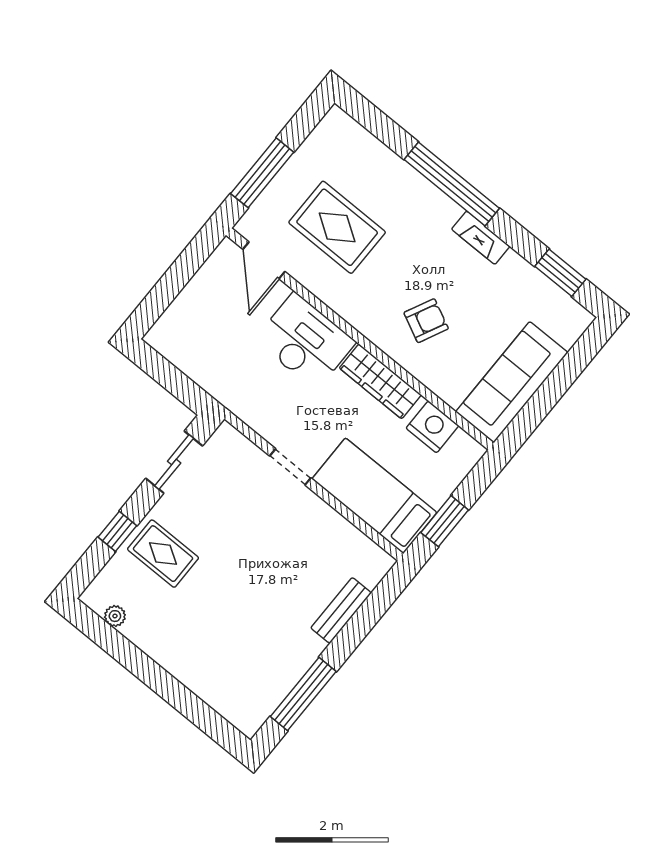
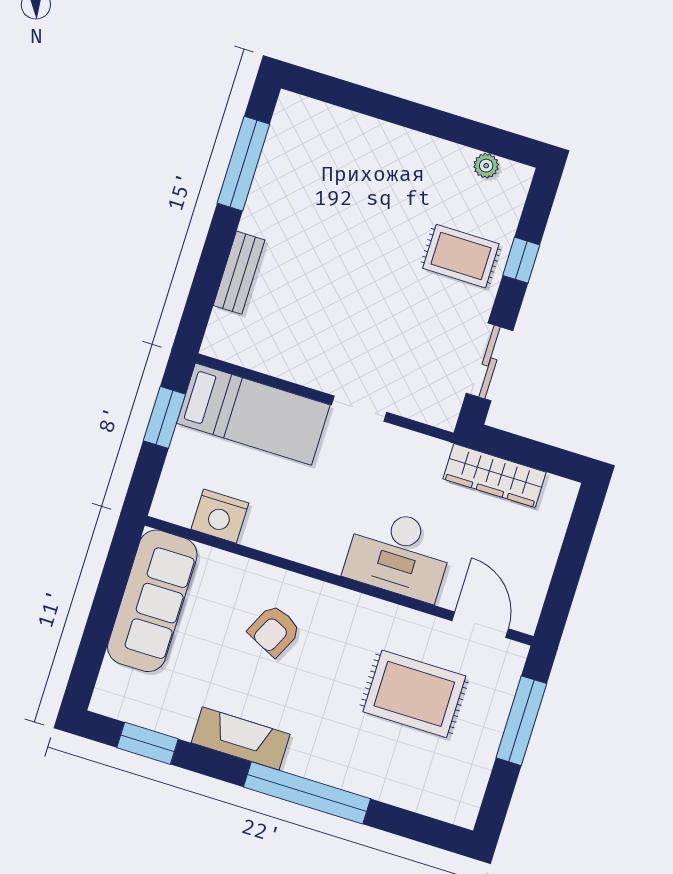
fireplace: (481, 238) -> (241, 738), width x1.37, depth x1.32
wardrobe: (380, 381) -> (495, 476), moved, turned 180

